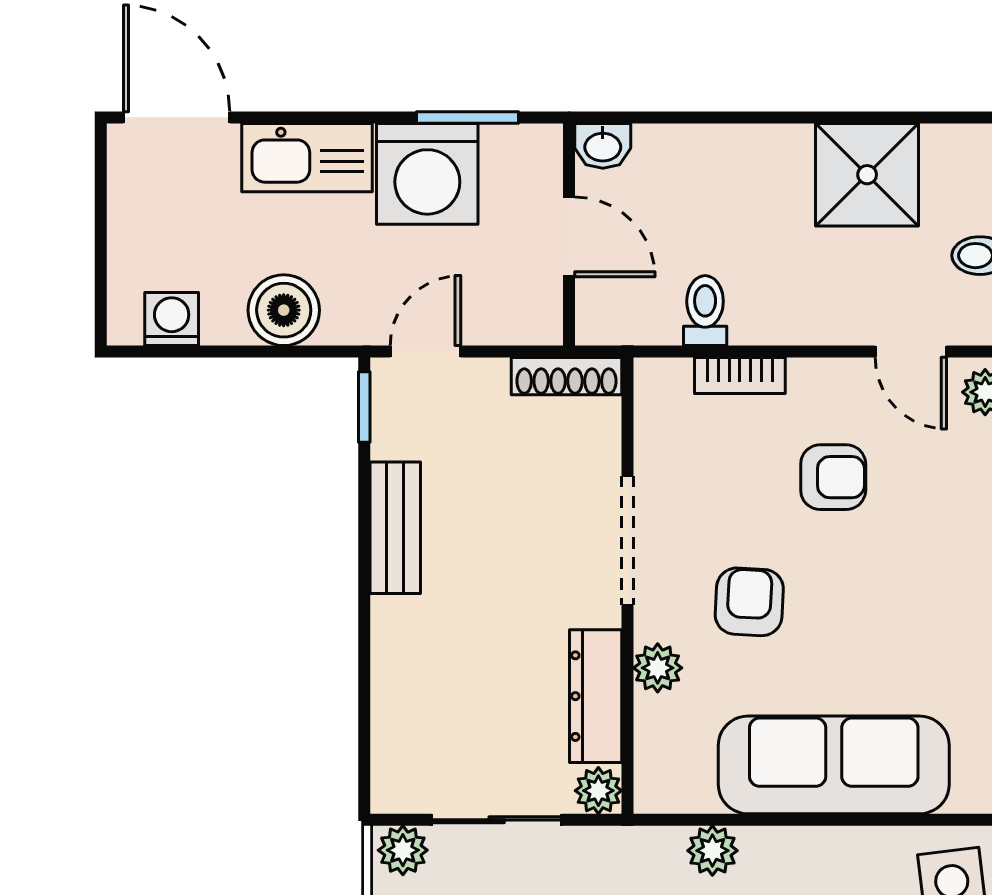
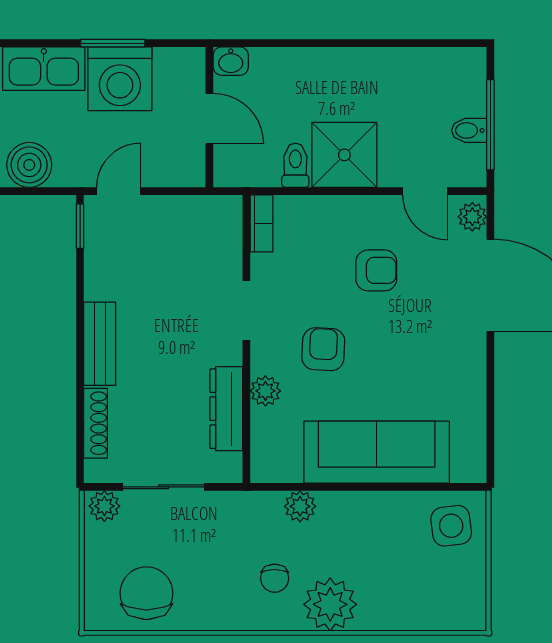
window: (467, 117) -> (113, 43), moved
shower: (867, 175) -> (344, 155), moved
bookcase: (740, 375) -> (261, 223), moved, turned -90
shoe rack: (567, 376) -> (96, 423), moved, turned -90
bench: (395, 528) -> (100, 344), moved
doorway: (628, 540) -> (246, 310), width x0.73
plant: (598, 791) -> (228, 468), removed

